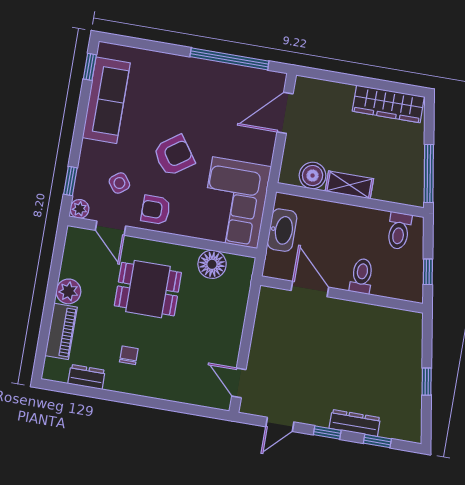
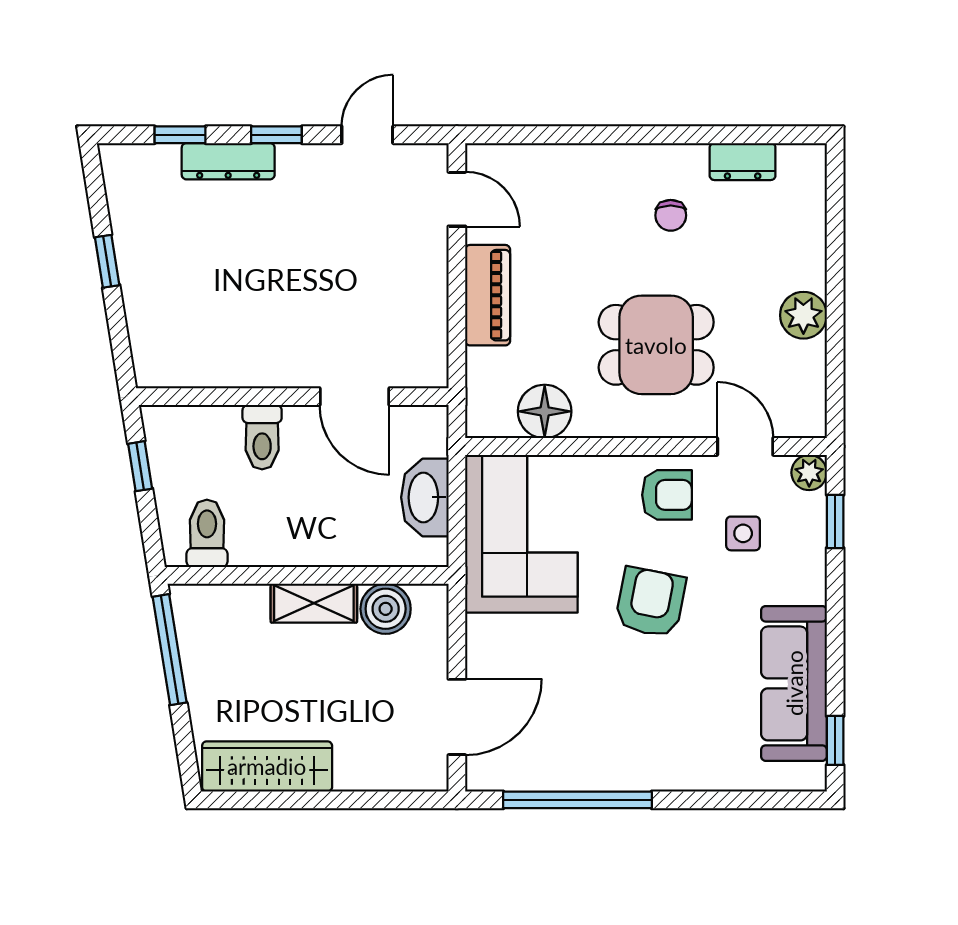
armchair: (174, 155) -> (650, 602), turned 136
side table: (119, 183) -> (743, 533), turned 37
piano: (61, 331) -> (488, 295), moved, turned 180

